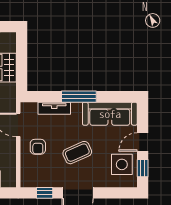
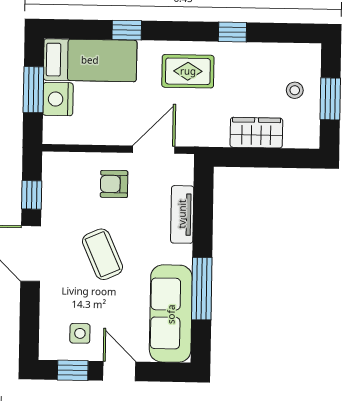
window: (79, 97) -> (202, 289), moved
side table: (122, 164) -> (80, 333), width x0.54, depth x0.54

